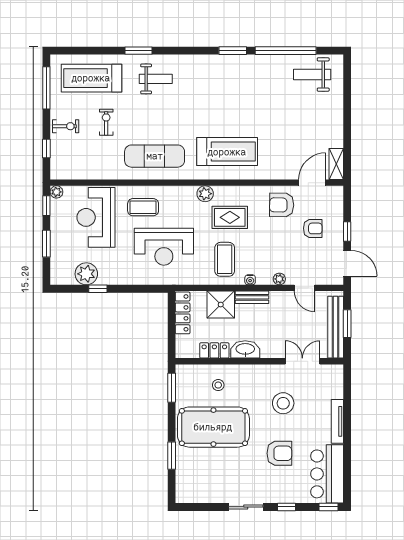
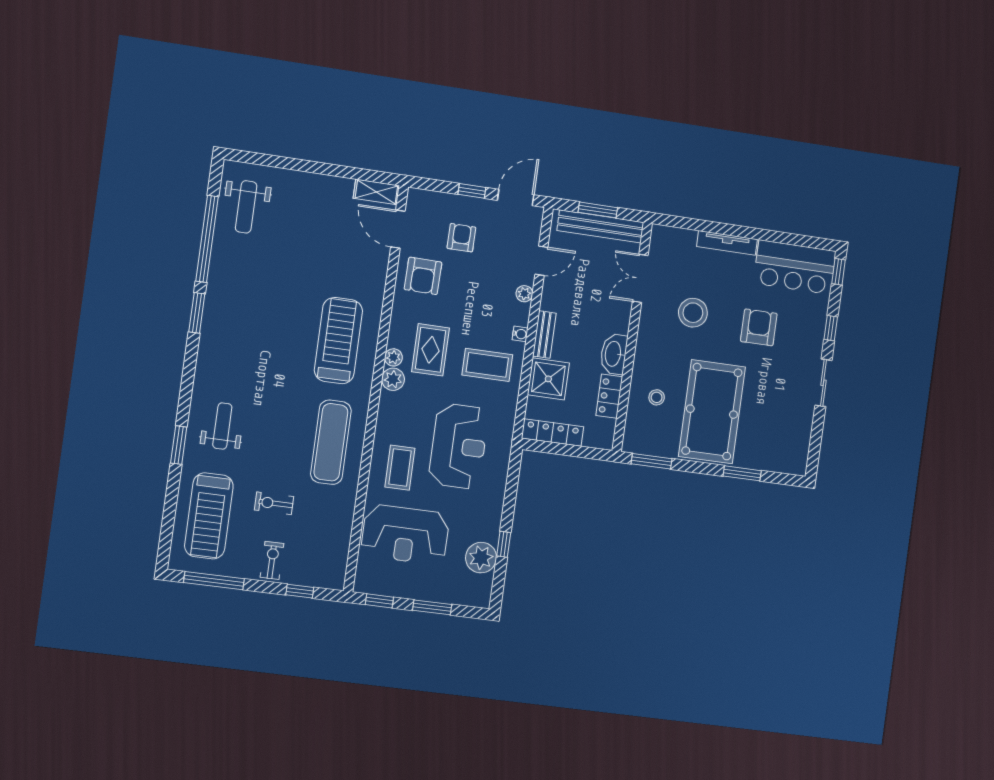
plant: (56, 192) -> (393, 357), moved

